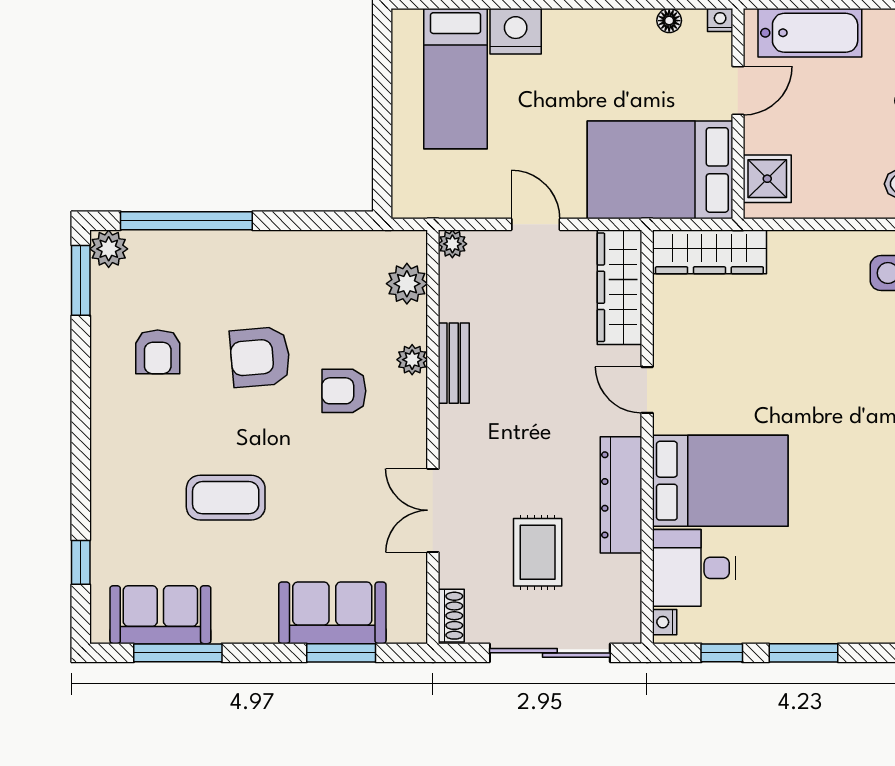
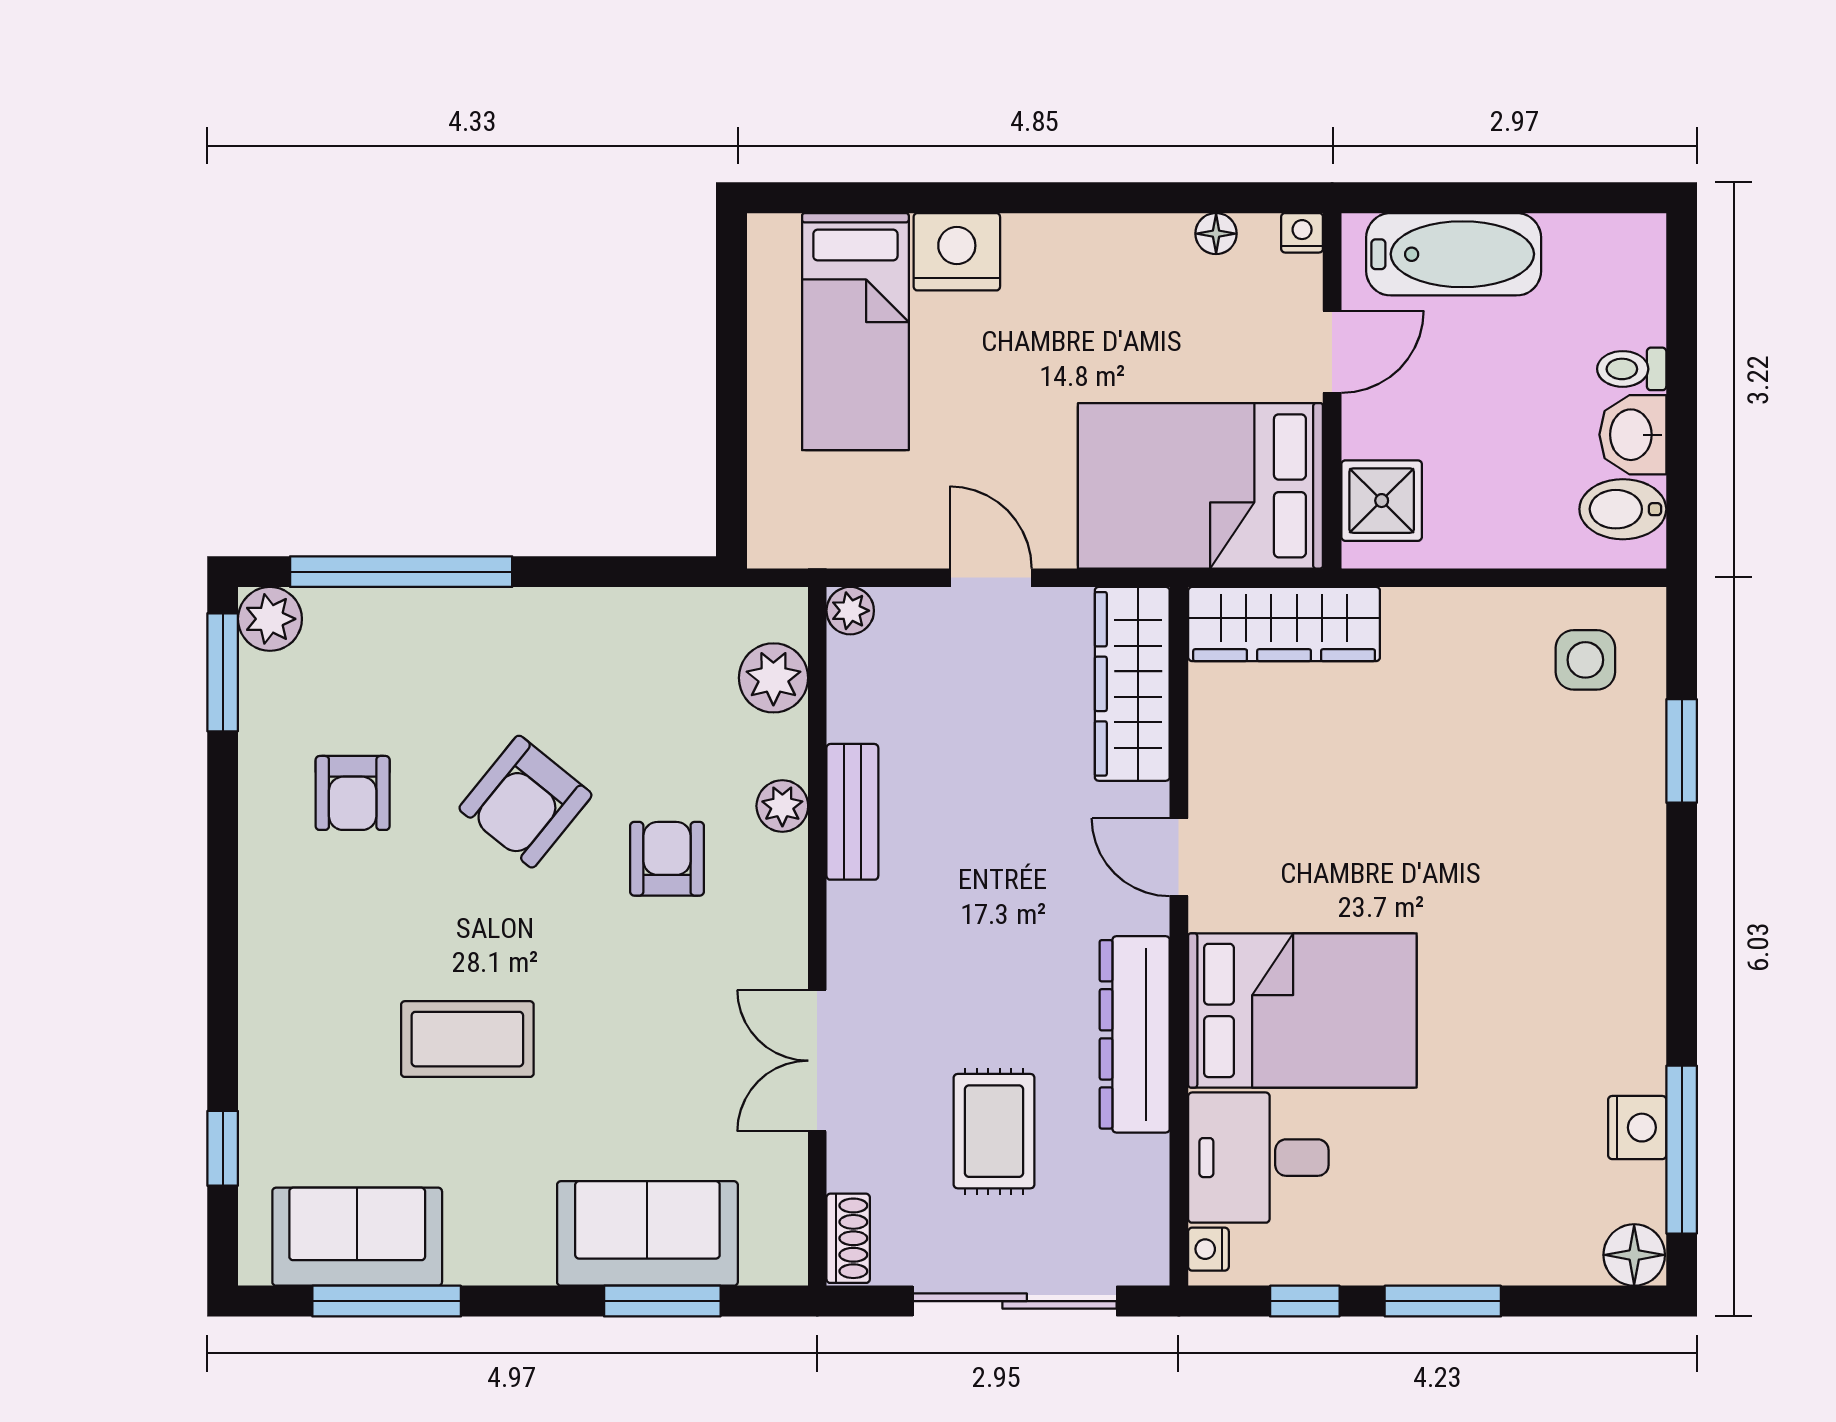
armchair: (260, 357) -> (525, 802), turned -46
armchair: (344, 391) -> (667, 859), turned 90

